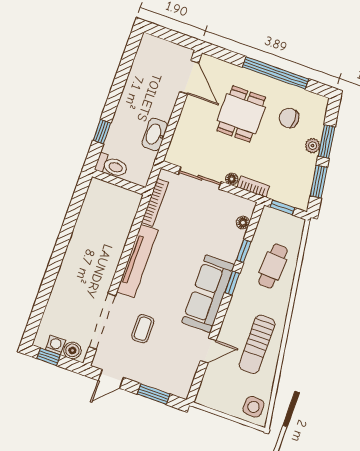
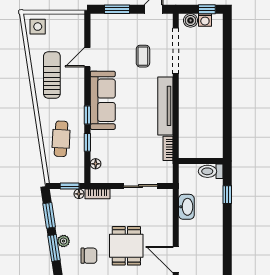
floor lamp: (232, 179) -> (79, 194), moved
bookcase: (155, 202) -> (168, 148), width x0.64

